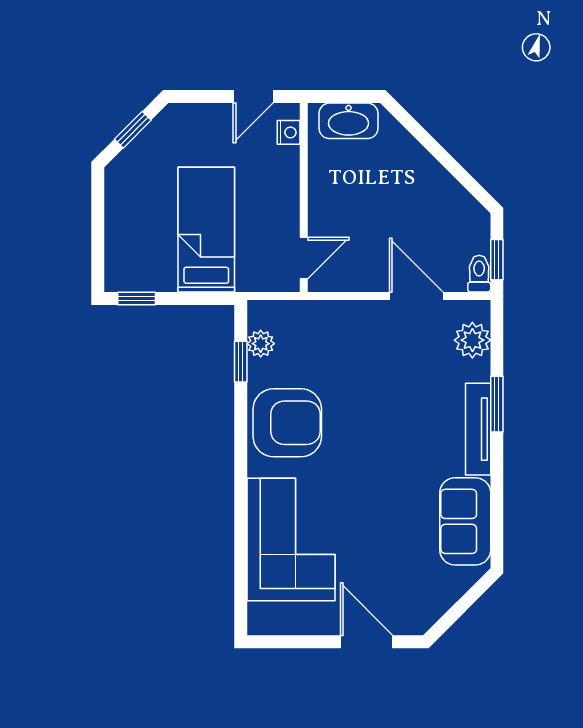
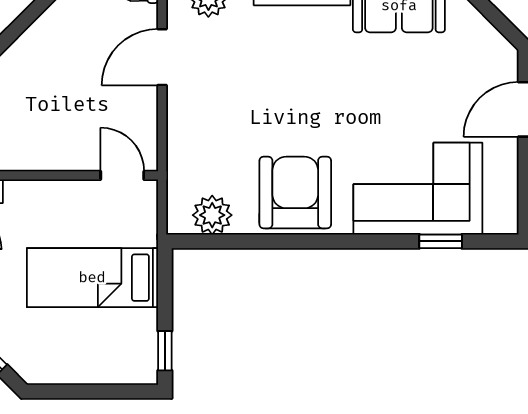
plant: (261, 344) -> (212, 215), width x1.38, depth x1.38
window: (241, 362) -> (441, 241), moved

